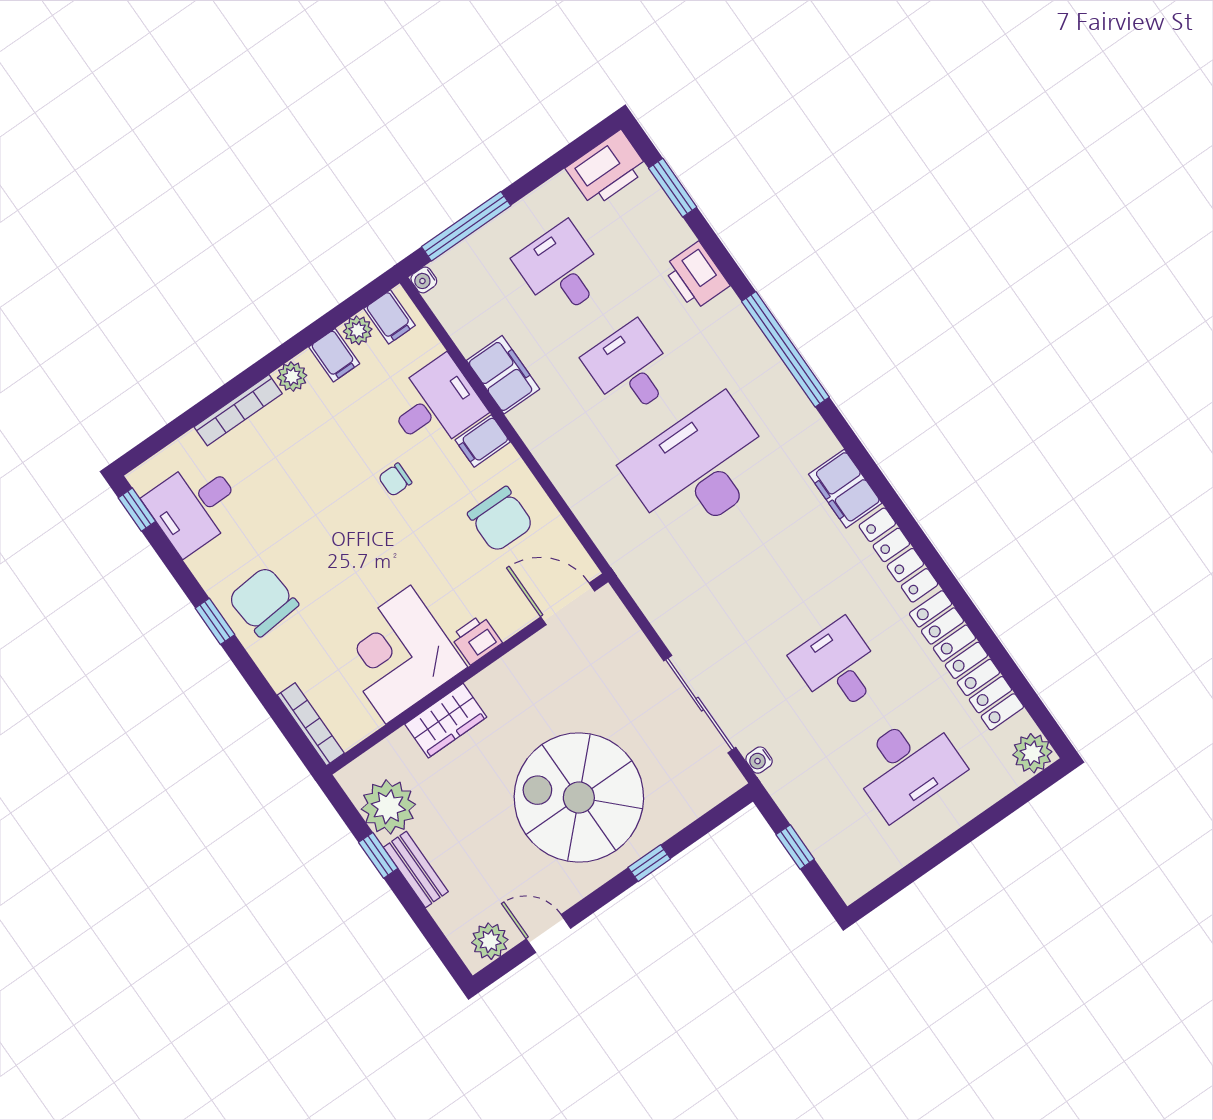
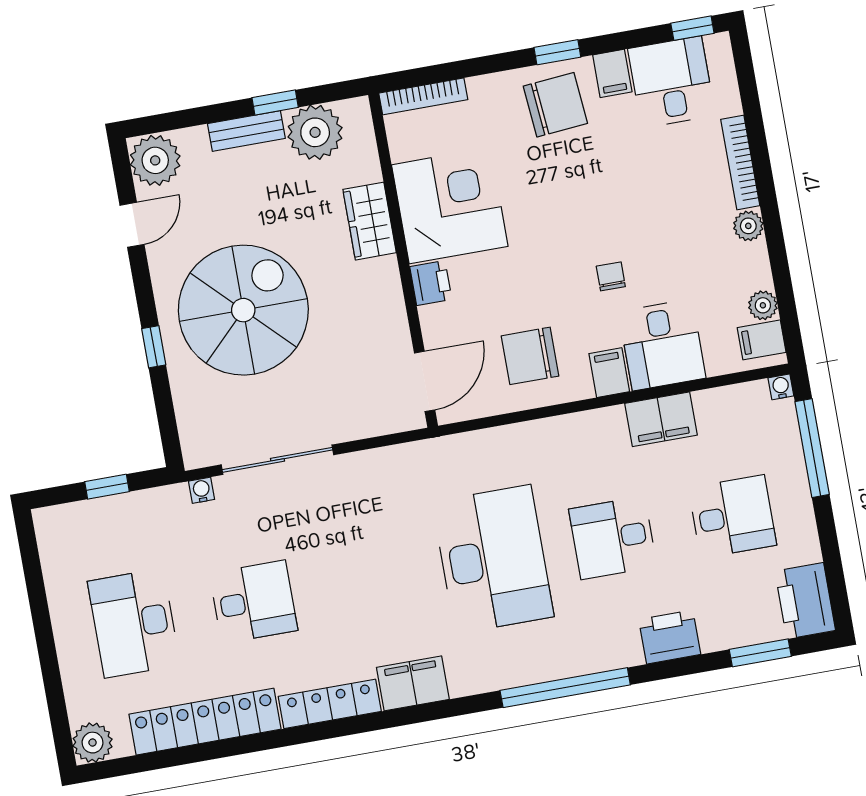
filing cabinet: (334, 355) -> (612, 73), moved, turned -90
desk: (630, 369) -> (613, 538), turned 180
plant: (490, 941) -> (155, 160), width x1.36, depth x1.36

